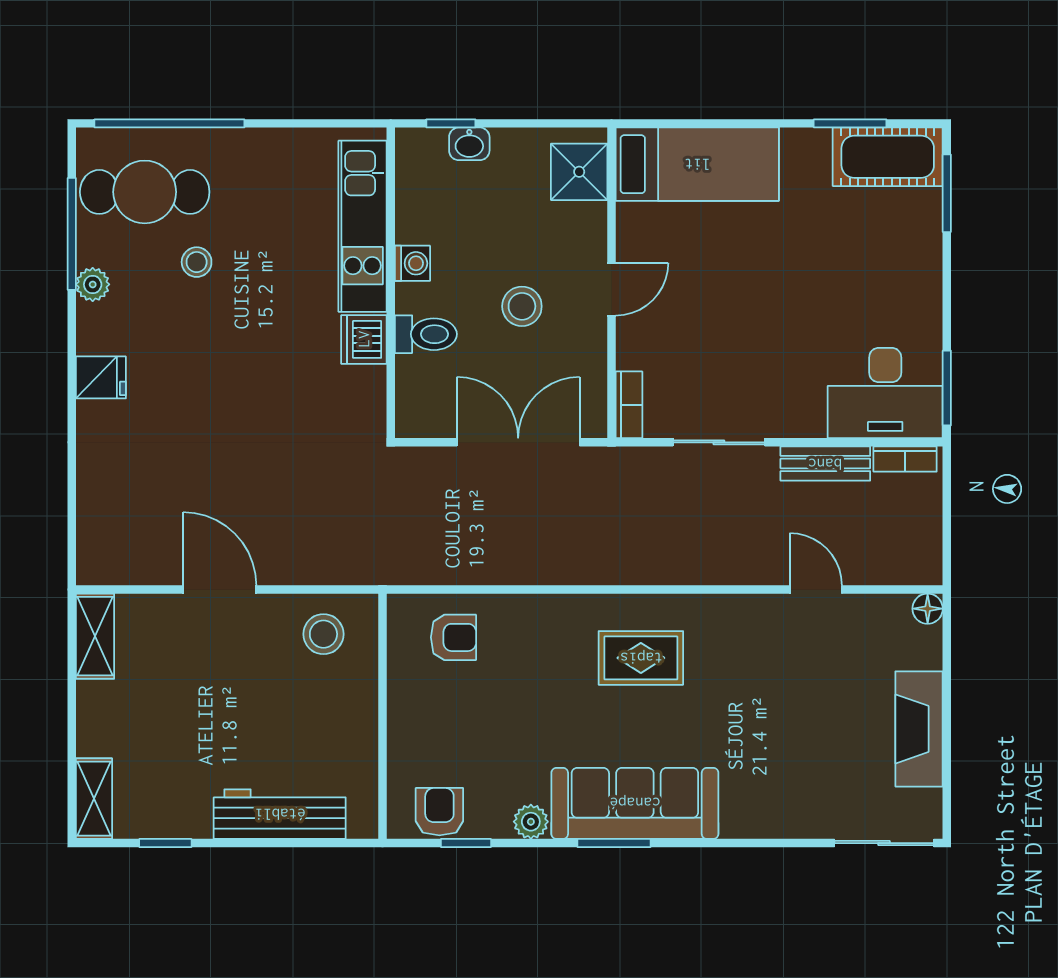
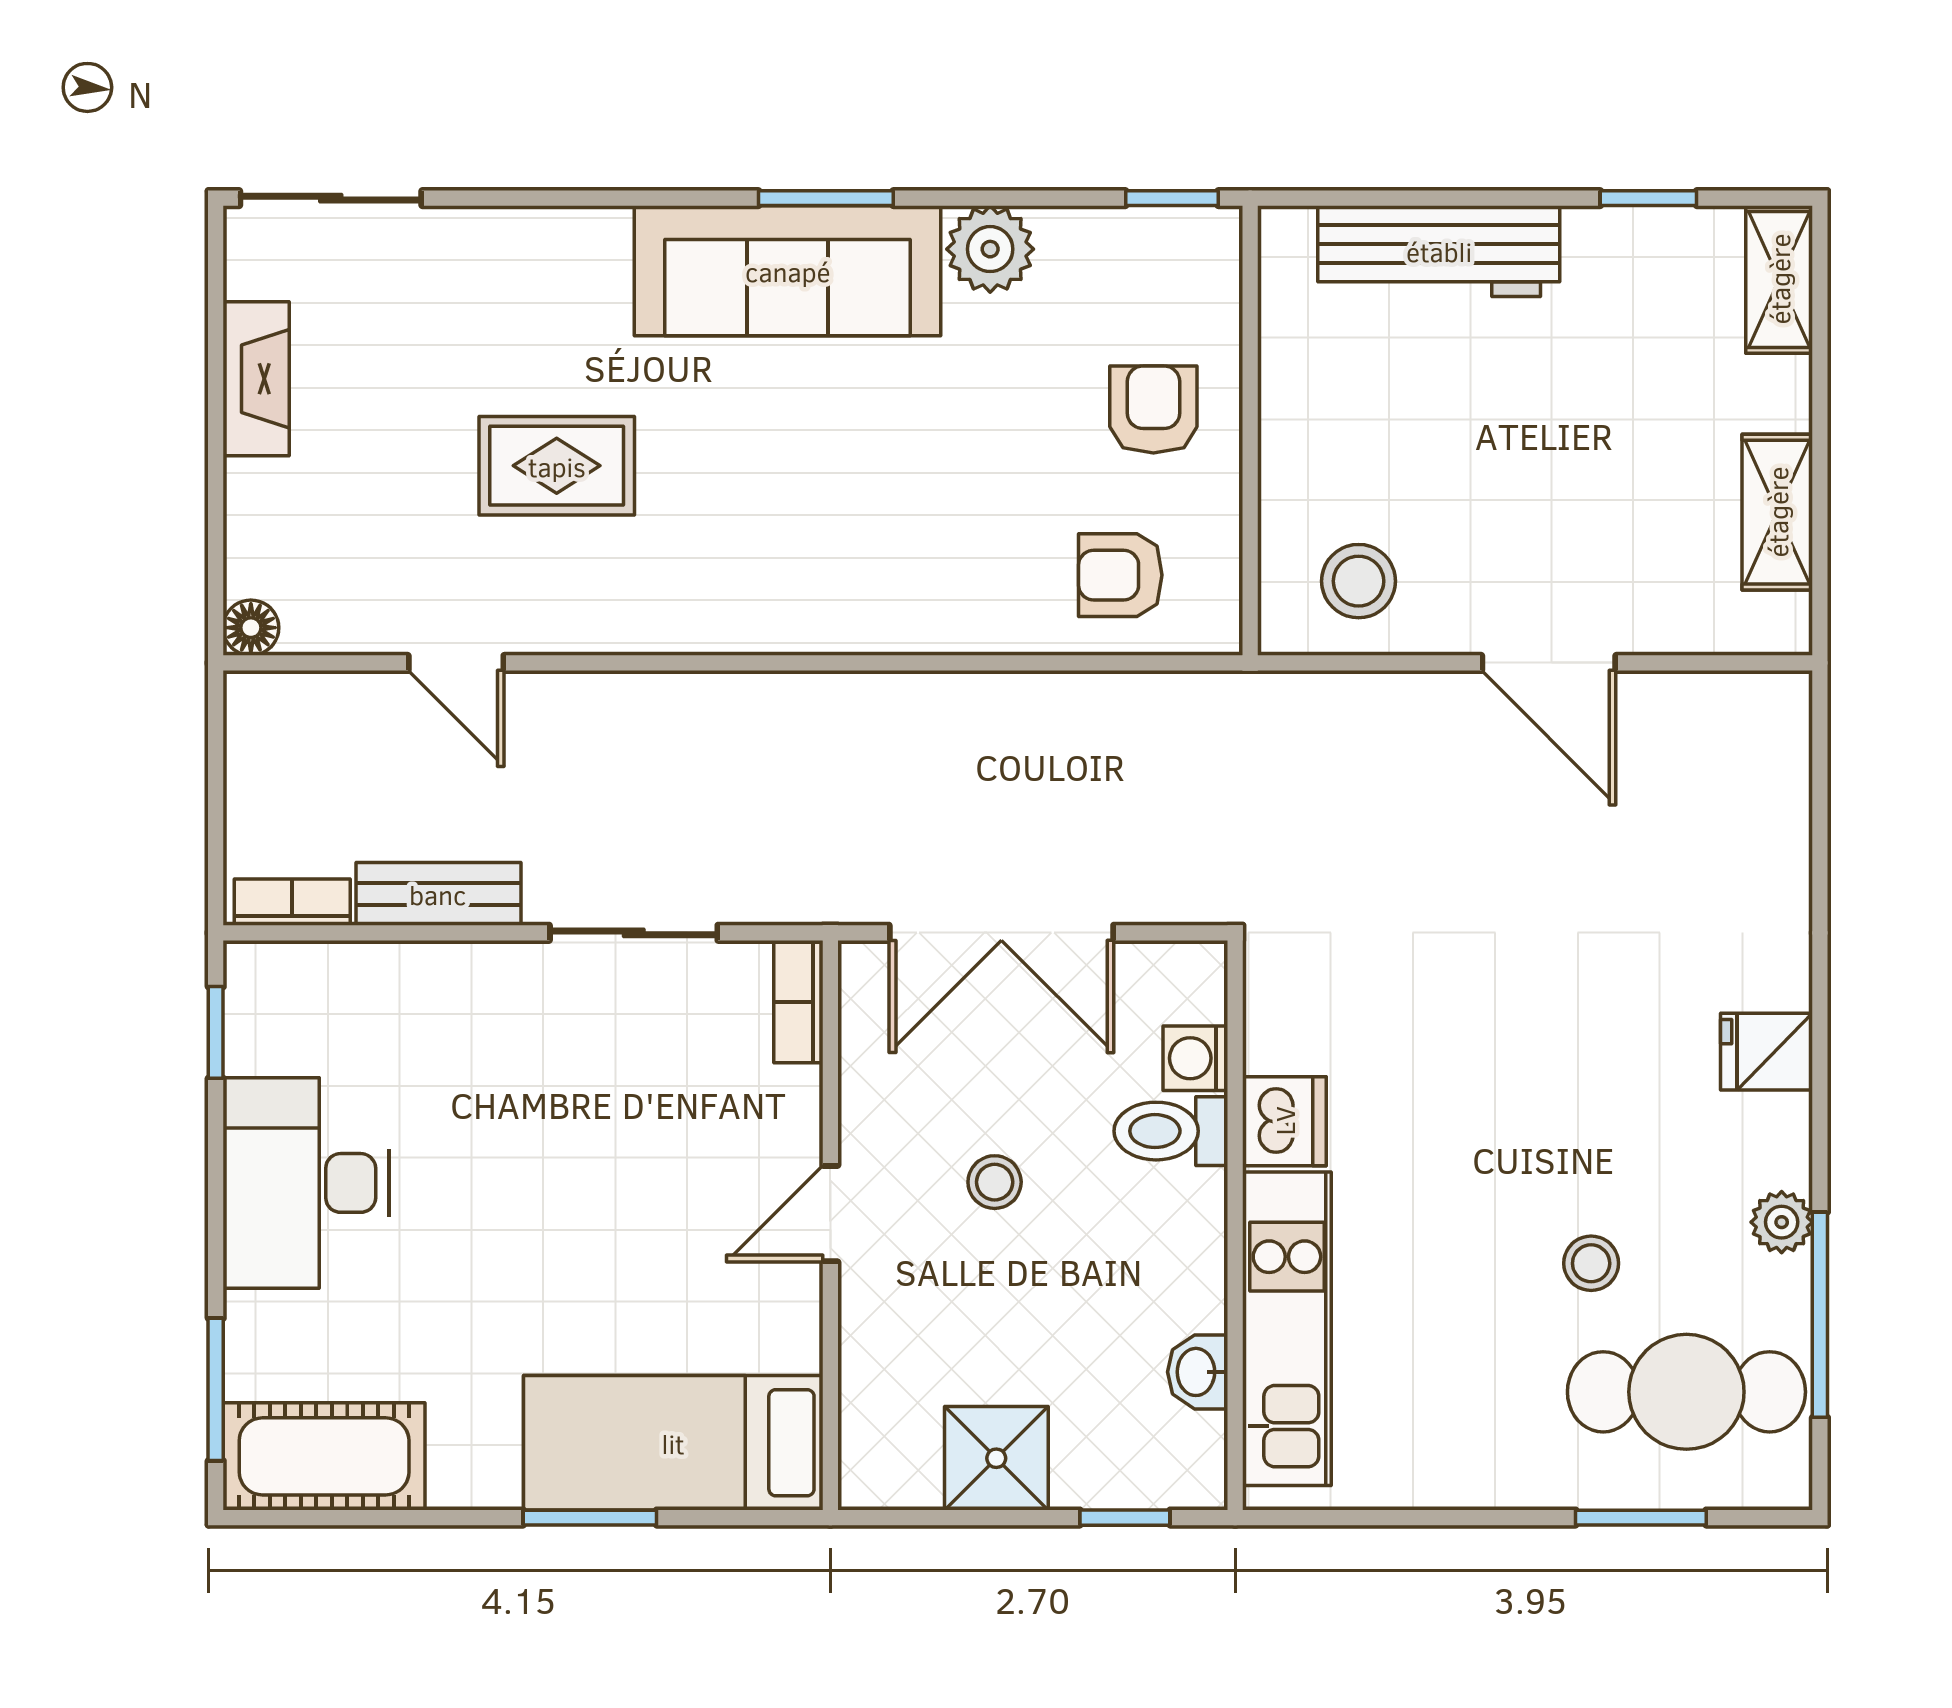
window: (169, 123) -> (1641, 1518), width x0.47
window: (850, 123) -> (590, 1518), moved
washbasin: (469, 144) -> (1198, 1372), moved, turned -90
shower: (579, 172) -> (996, 1458), moved
washing machine: (412, 263) -> (1195, 1058), moved
stool: (522, 306) -> (995, 1182), width x0.73, depth x0.73
window: (947, 388) -> (216, 1032), width x0.67
desk: (885, 393) -> (306, 1183), moved, turned -90
shelving: (95, 636) -> (1777, 512), moved
rug: (641, 658) -> (557, 466), moved
fireplace: (919, 729) -> (256, 379), width x0.73, depth x0.76
armchair: (439, 812) -> (1153, 409), moved, turned 180
plant: (531, 822) -> (990, 249), width x1.38, depth x1.38
window: (466, 843) -> (1172, 198), moved

